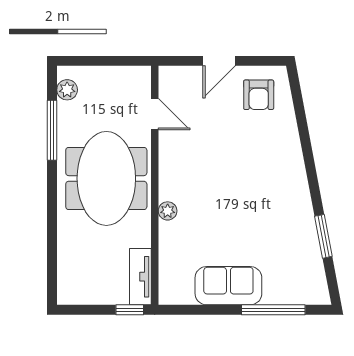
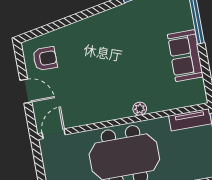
door: (155, 114) -> (54, 134), moved

